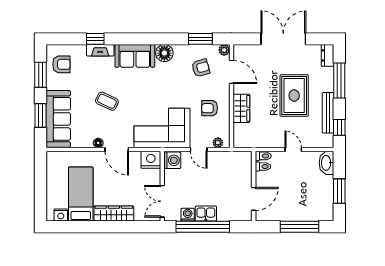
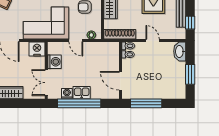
shoe rack: (253, 142) -> (120, 34), added
washing machine: (172, 160) -> (54, 62), moved
door: (254, 199) -> (120, 81), swing flipped
window: (299, 227) -> (146, 103), moved

